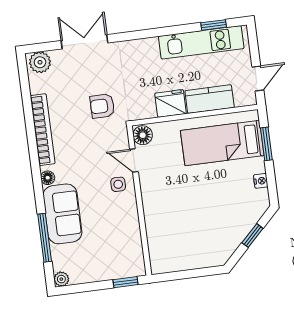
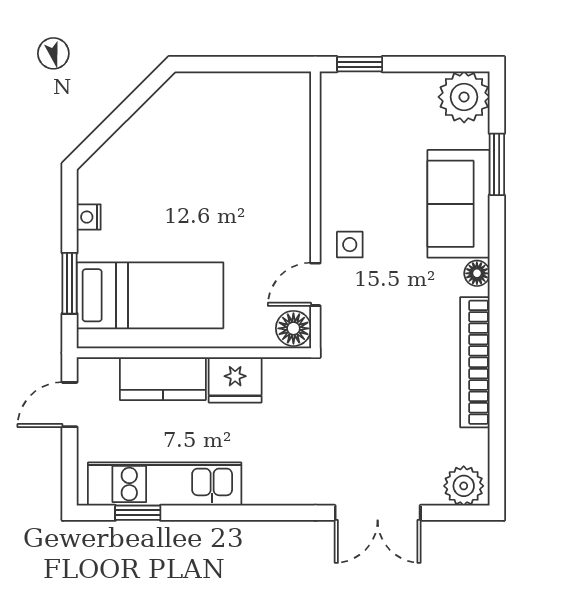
armchair: (102, 106) -> (360, 391), removed
door: (134, 160) -> (315, 284), swing flipped
window: (252, 236) -> (117, 119), removed
window: (45, 238) -> (497, 164), width x0.69
plant: (61, 279) -> (464, 97), width x1.87, depth x1.87

